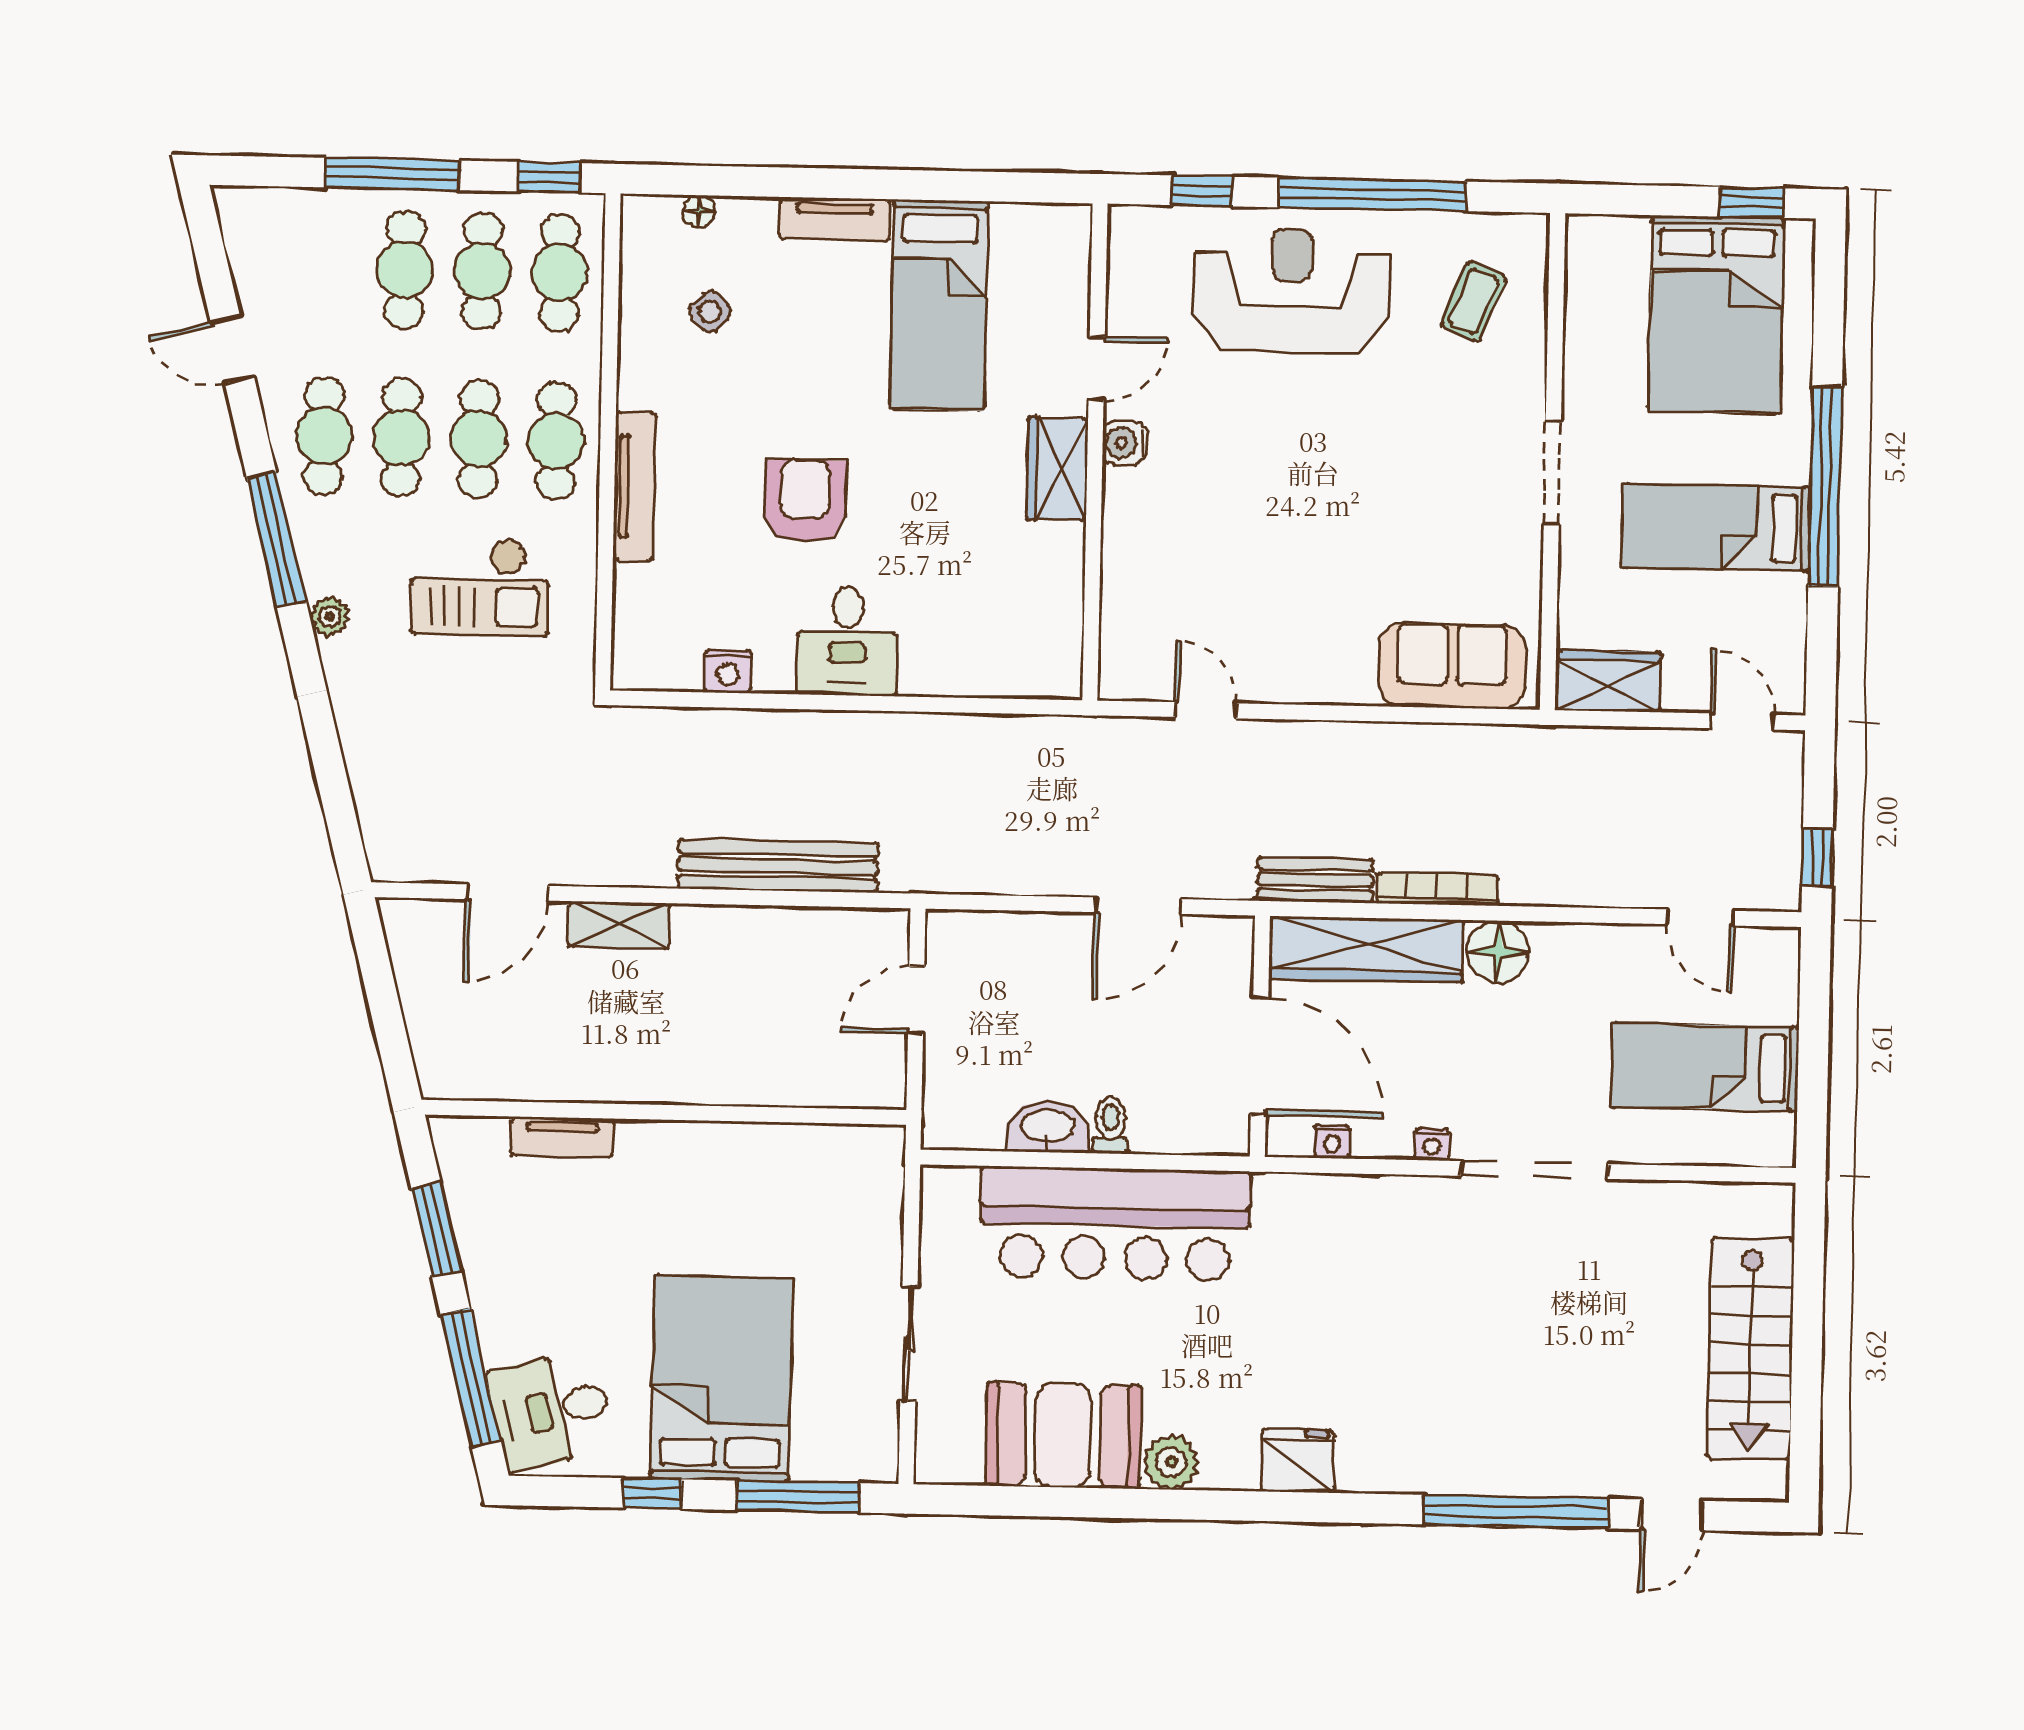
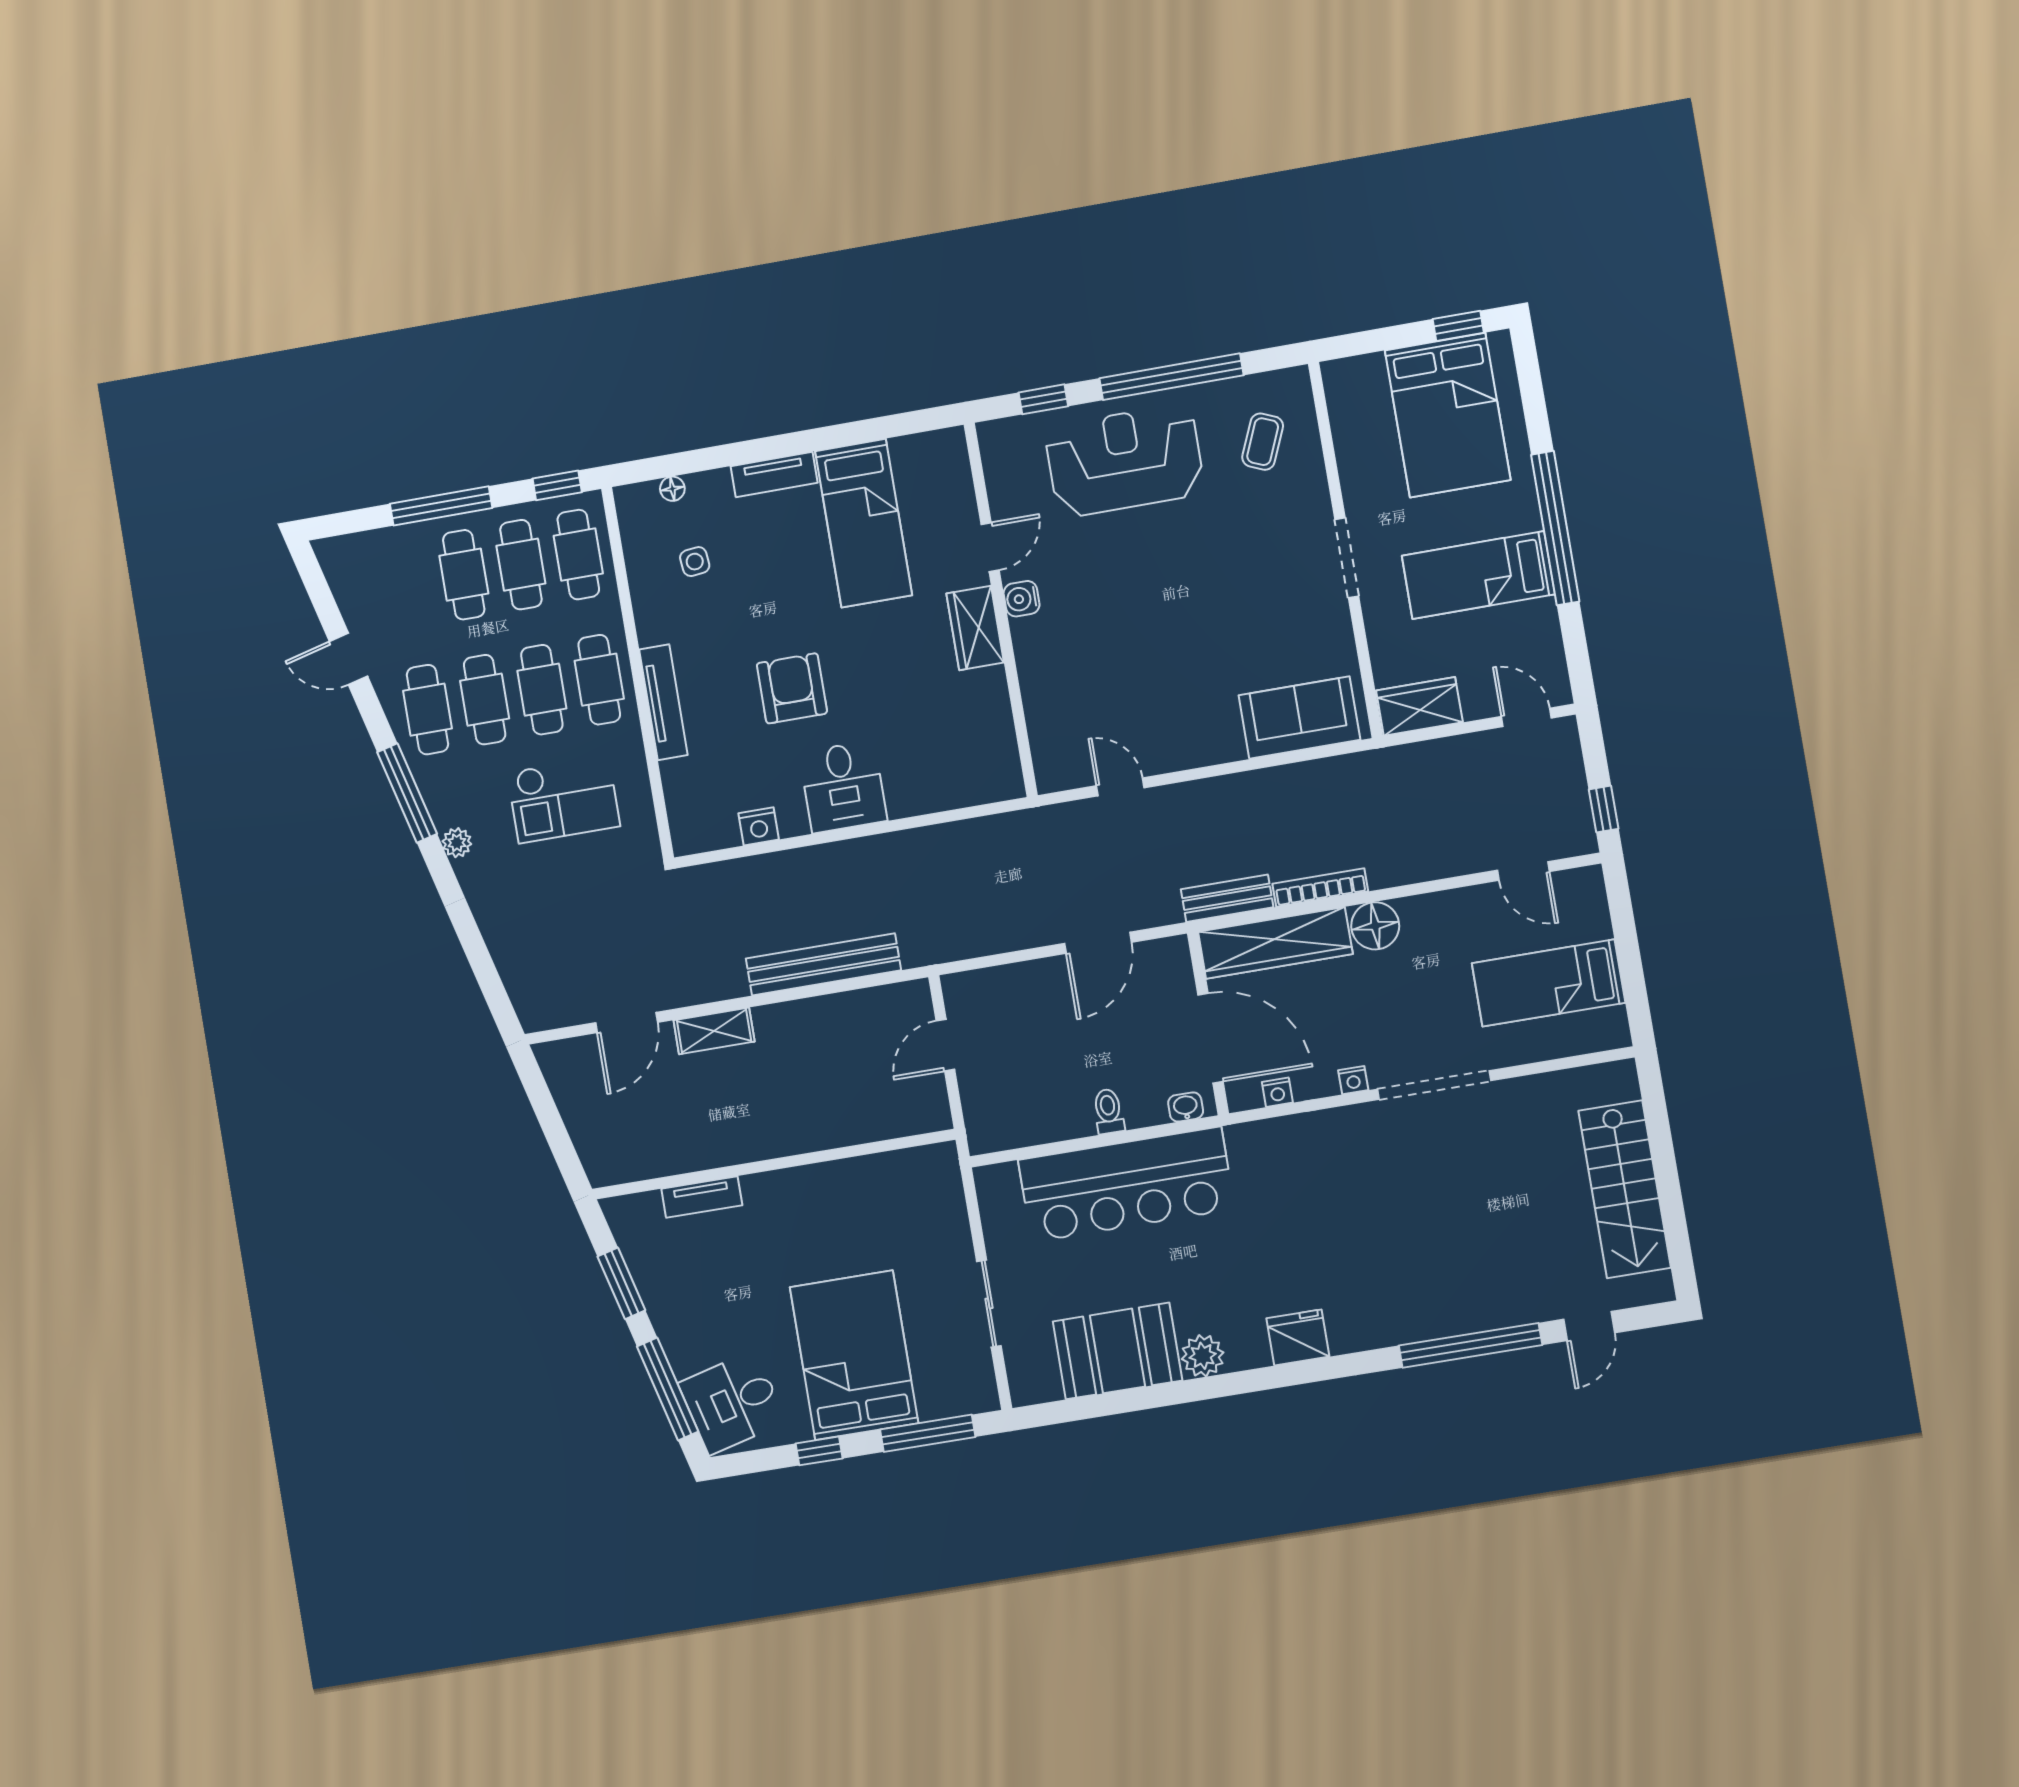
side table: (710, 312) -> (695, 562), turned 38
washbasin: (1047, 1127) -> (1186, 1107), moved, width x0.52, depth x0.69

